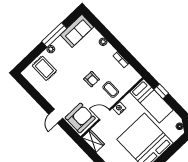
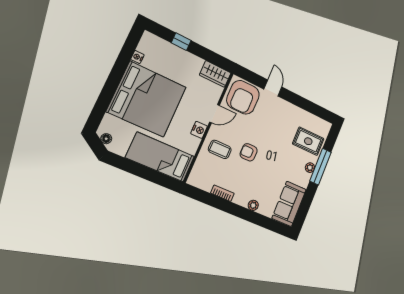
window: (54, 35) -> (320, 167), moved
window: (161, 91) -> (152, 176), removed

